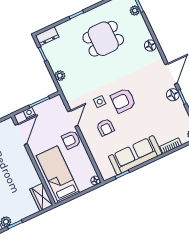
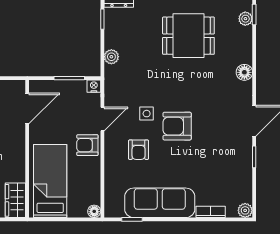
floor lamp: (173, 95) -> (244, 148), removed
nightstand: (29, 113) -> (94, 86), moved

